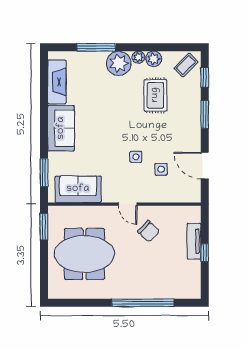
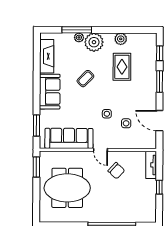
plant: (138, 57) -> (79, 37), moved
coffee table: (186, 65) -> (85, 79), moved
sofa: (78, 189) -> (69, 138), width x1.36
tv unit: (194, 241) -> (151, 165), moved

